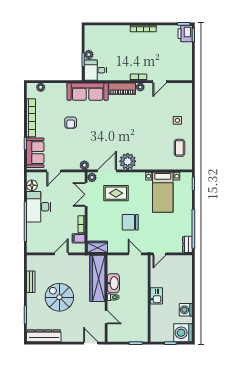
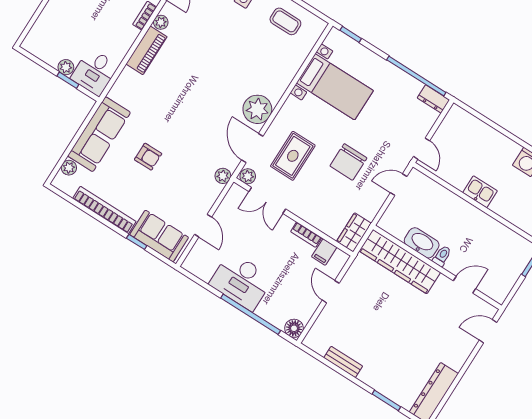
sofa: (88, 92) -> (99, 134), moved
floor lamp: (32, 185) -> (294, 328), moved
spiral stairs: (59, 297) -> (392, 334), removed

